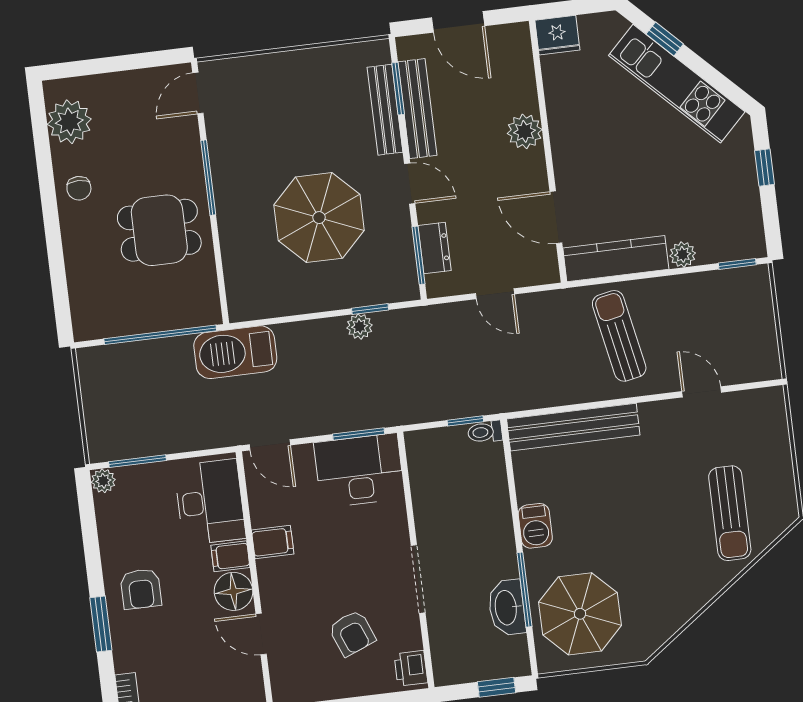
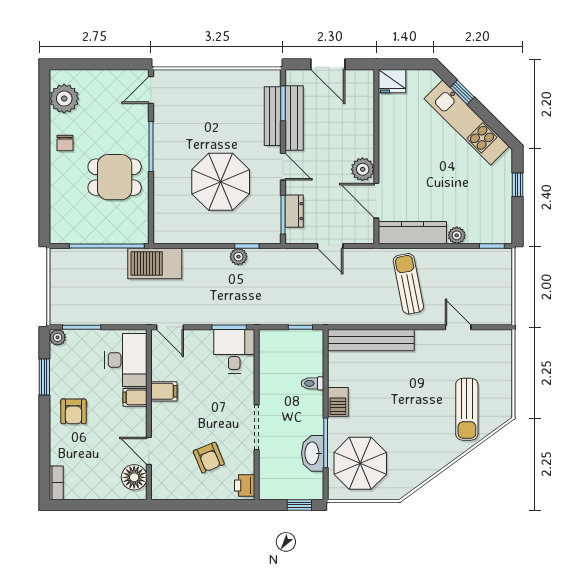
plant: (525, 131) -> (363, 169), moved
toilet: (485, 432) -> (312, 383), moved
desk: (359, 470) -> (234, 351), width x0.73
floor lamp: (233, 591) -> (134, 477), moved
window: (101, 624) -> (44, 377), moved

